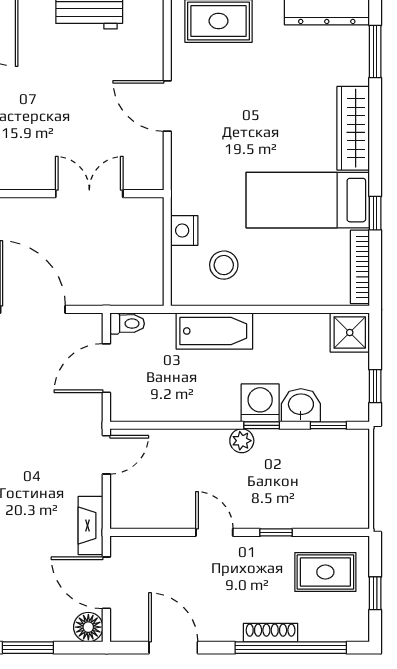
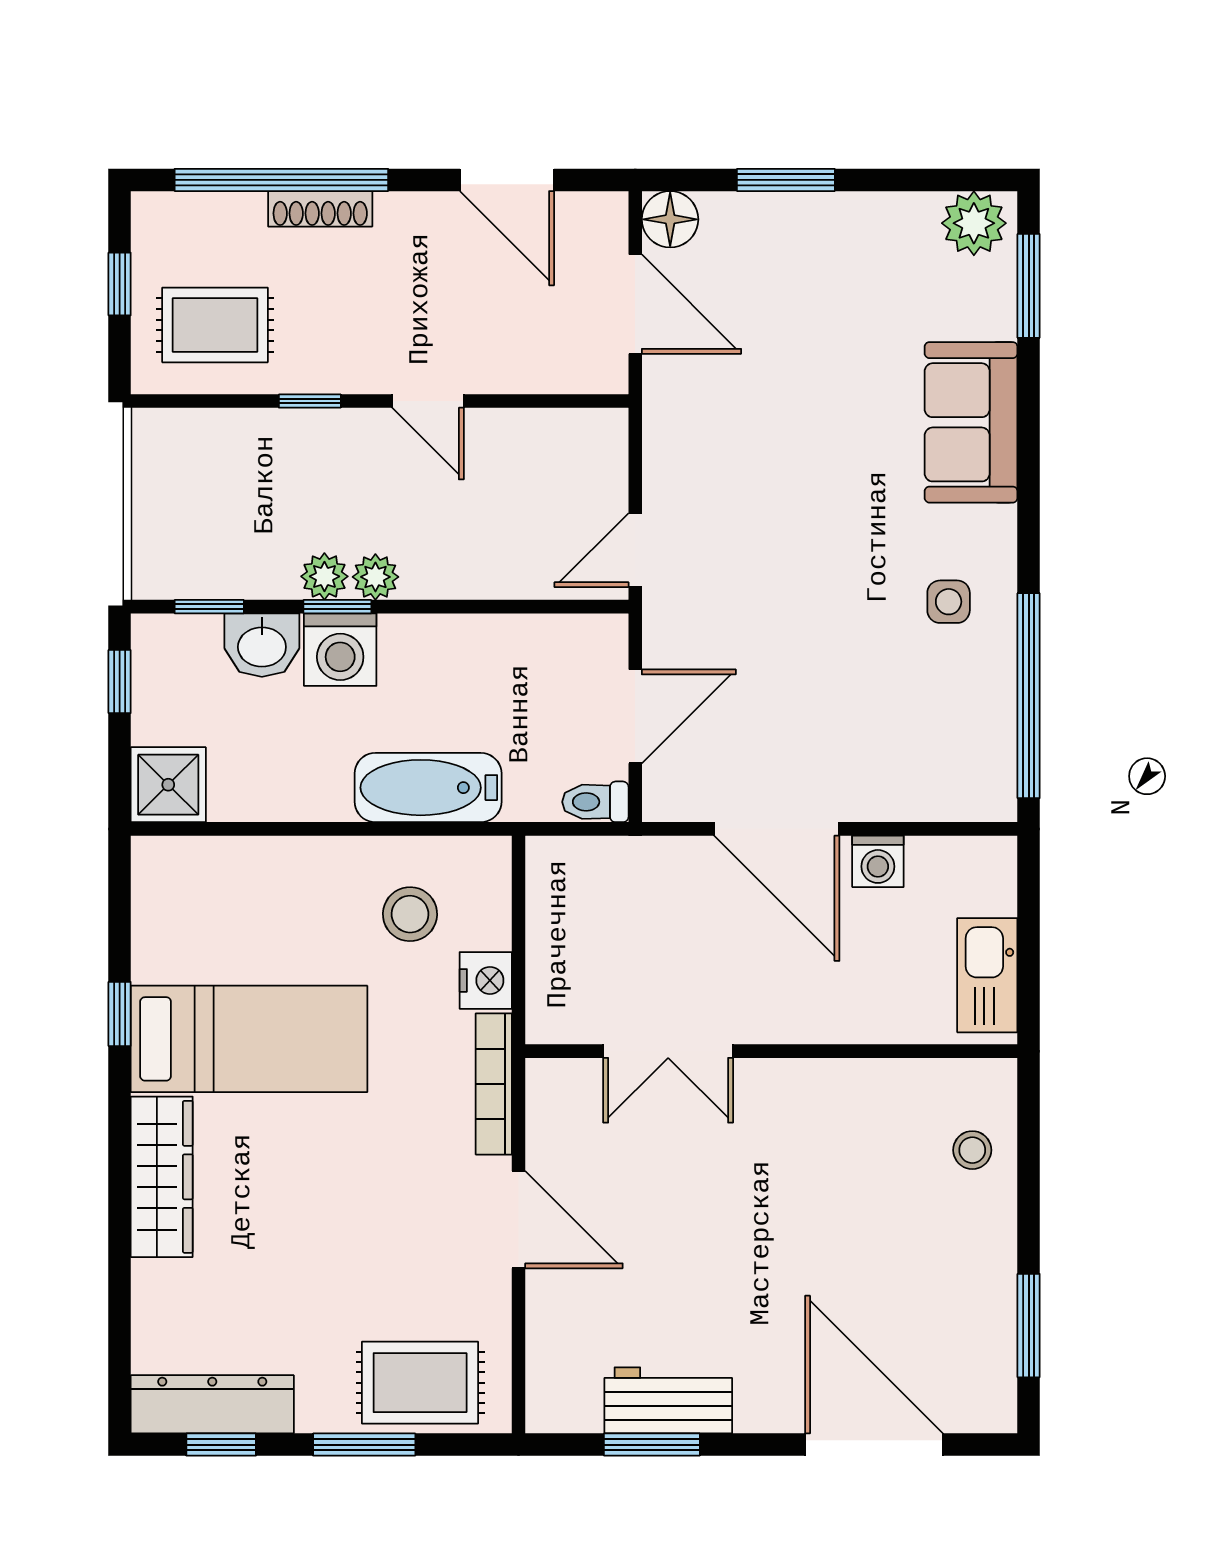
window: (375, 51) -> (120, 1324), removed
bookcase: (360, 267) -> (494, 1084), moved, turned 180
plant: (268, 441) -> (324, 576), added
fireplace: (91, 526) -> (666, 414), removed

